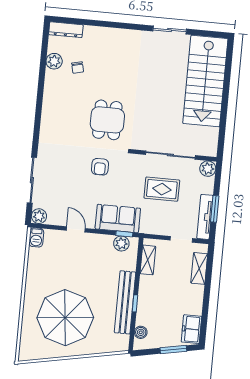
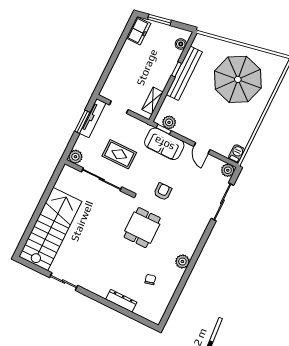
dresser: (66, 30) -> (121, 301), moved
plant: (54, 61) -> (182, 261), moved
shelving: (199, 268) -> (113, 78), removed

